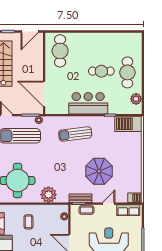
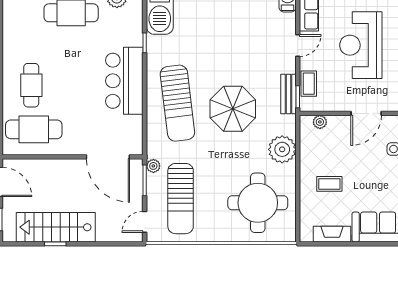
cafe table: (101, 71) -> (31, 85), moved
door: (44, 94) -> (108, 157), hinge flipped
sun lounger: (75, 134) -> (177, 103), width x1.36, depth x1.34
parasol: (99, 171) -> (233, 109), moved
door: (109, 204) -> (298, 46), swing flipped

